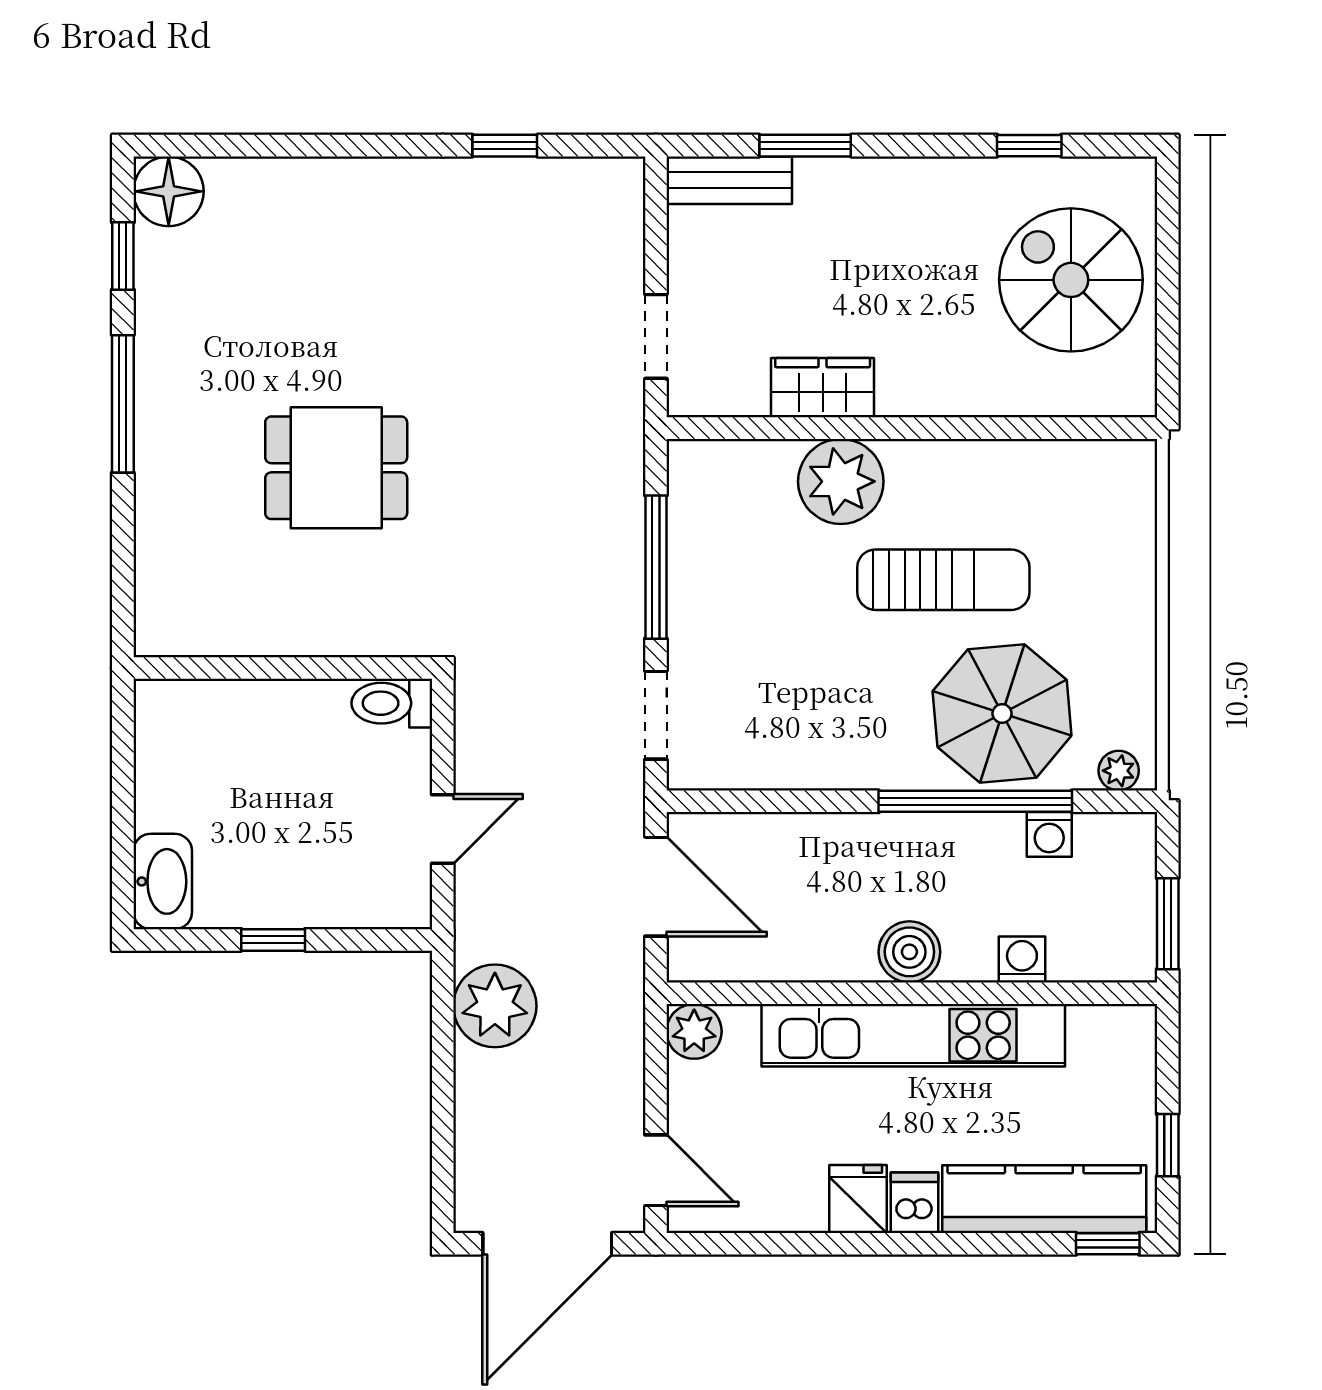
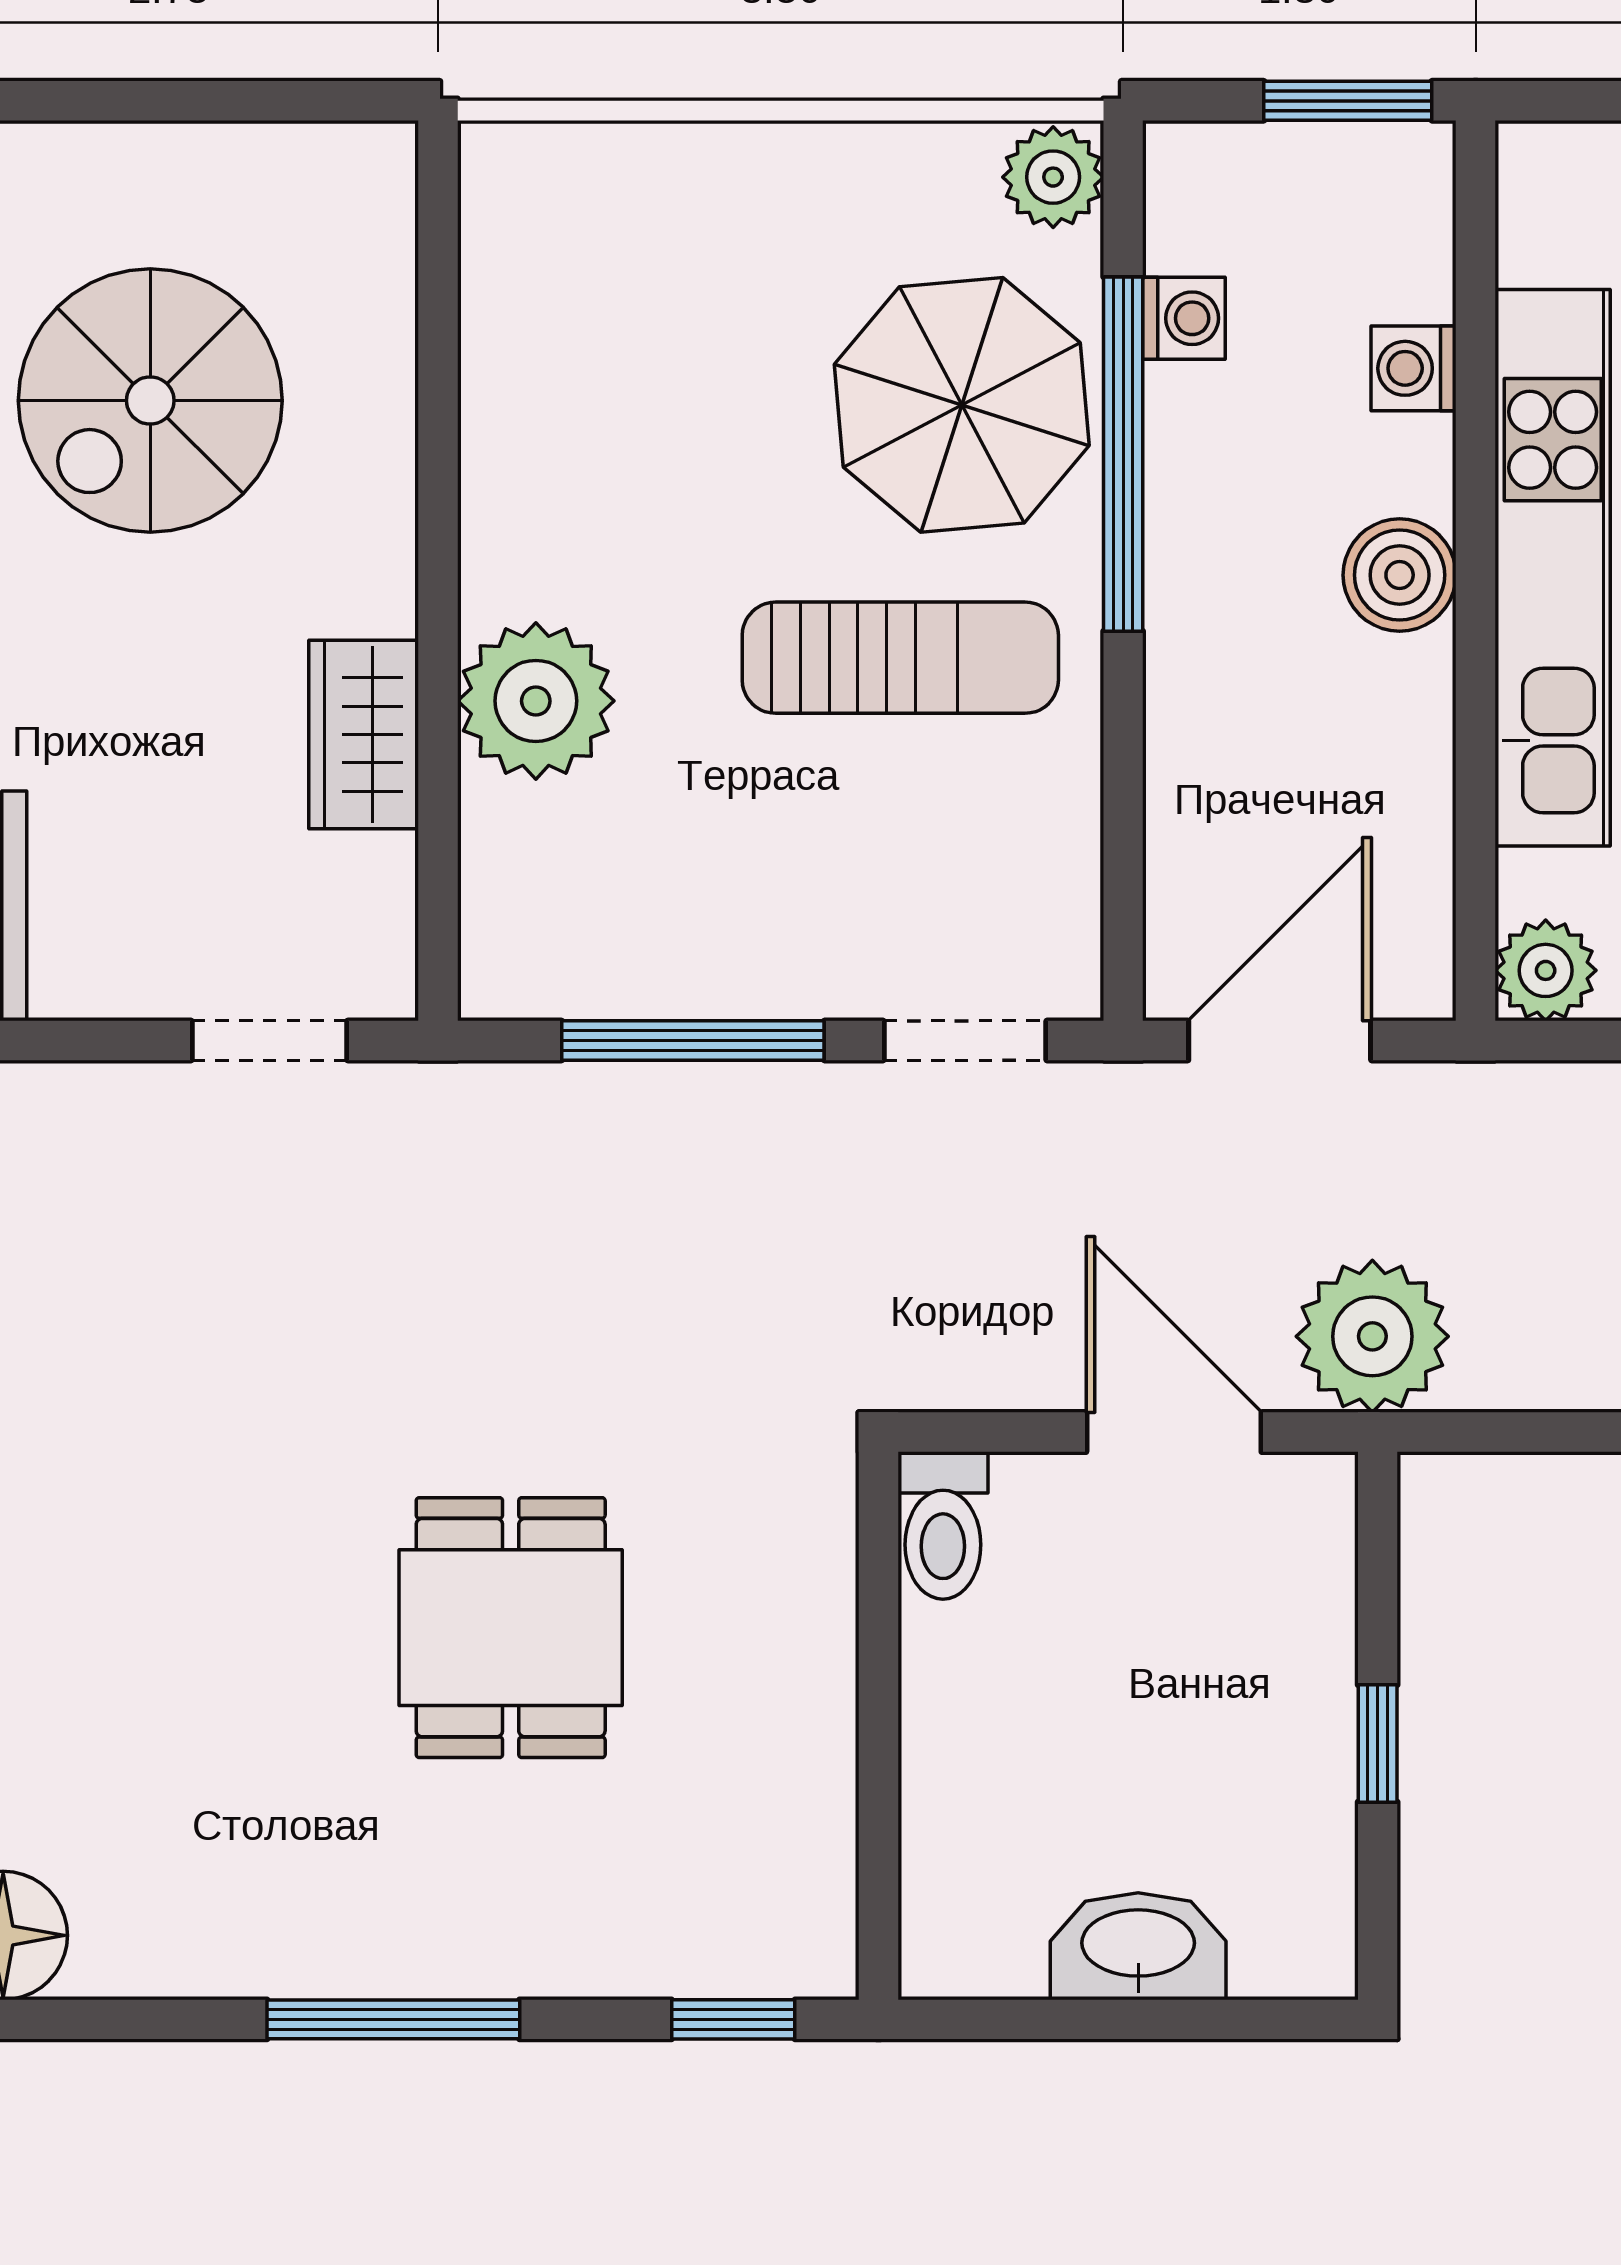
window: (123, 256) -> (733, 2019), moved
spiral stairs: (1071, 280) -> (150, 401), moved
sun lounger: (943, 580) -> (900, 658), moved, turned 90
plant: (1119, 771) -> (1053, 177), width x1.38, depth x1.38
door: (443, 829) -> (1174, 1432), width x1.38
washbasin: (163, 881) -> (1138, 1946), moved
plant: (495, 1006) -> (1372, 1336), moved

